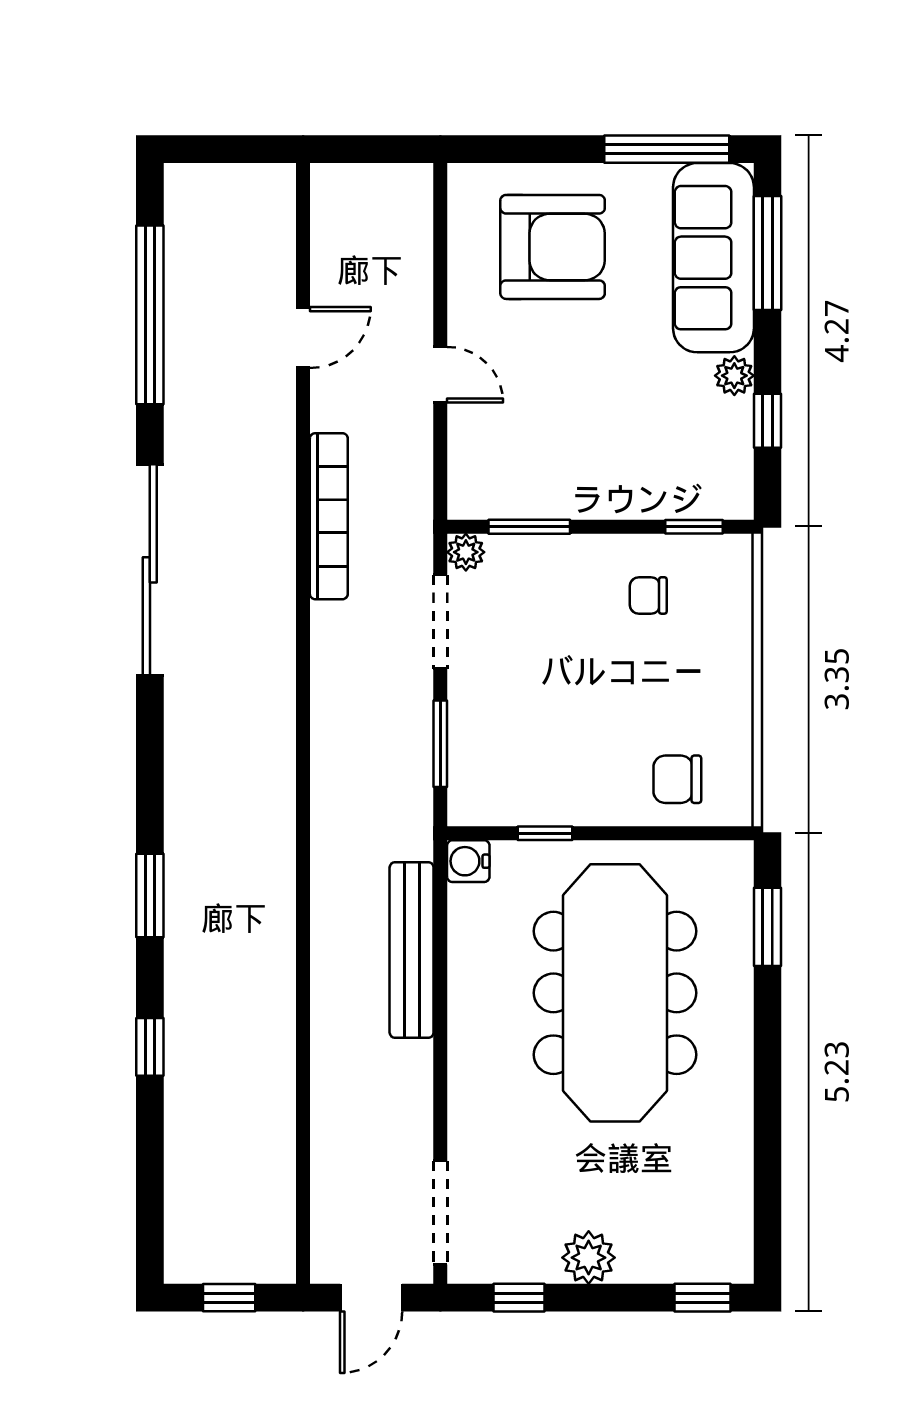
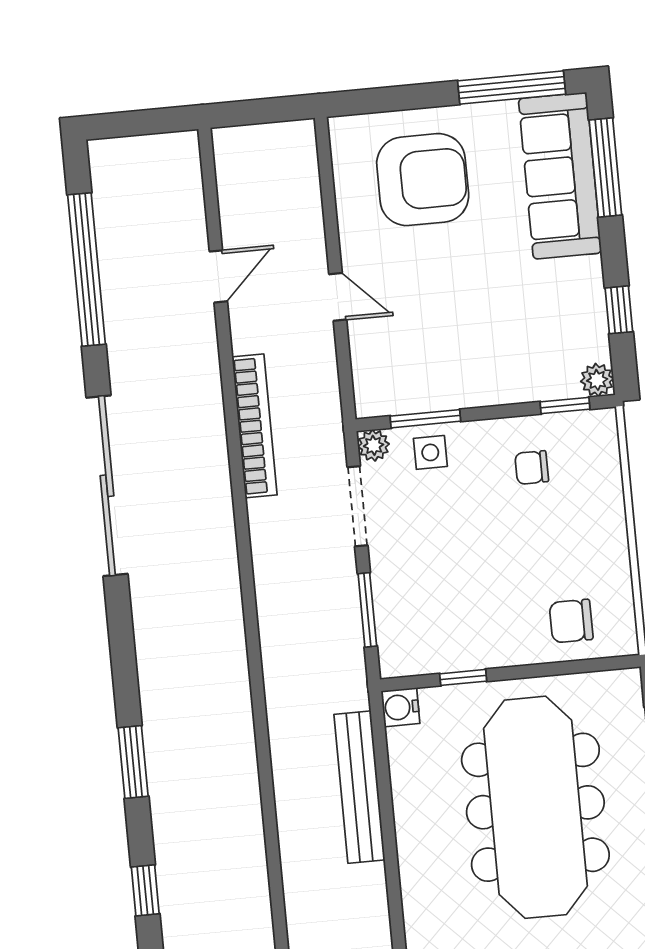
plant: (734, 376) -> (597, 380), moved
side table: (531, 567) -> (430, 452), added

